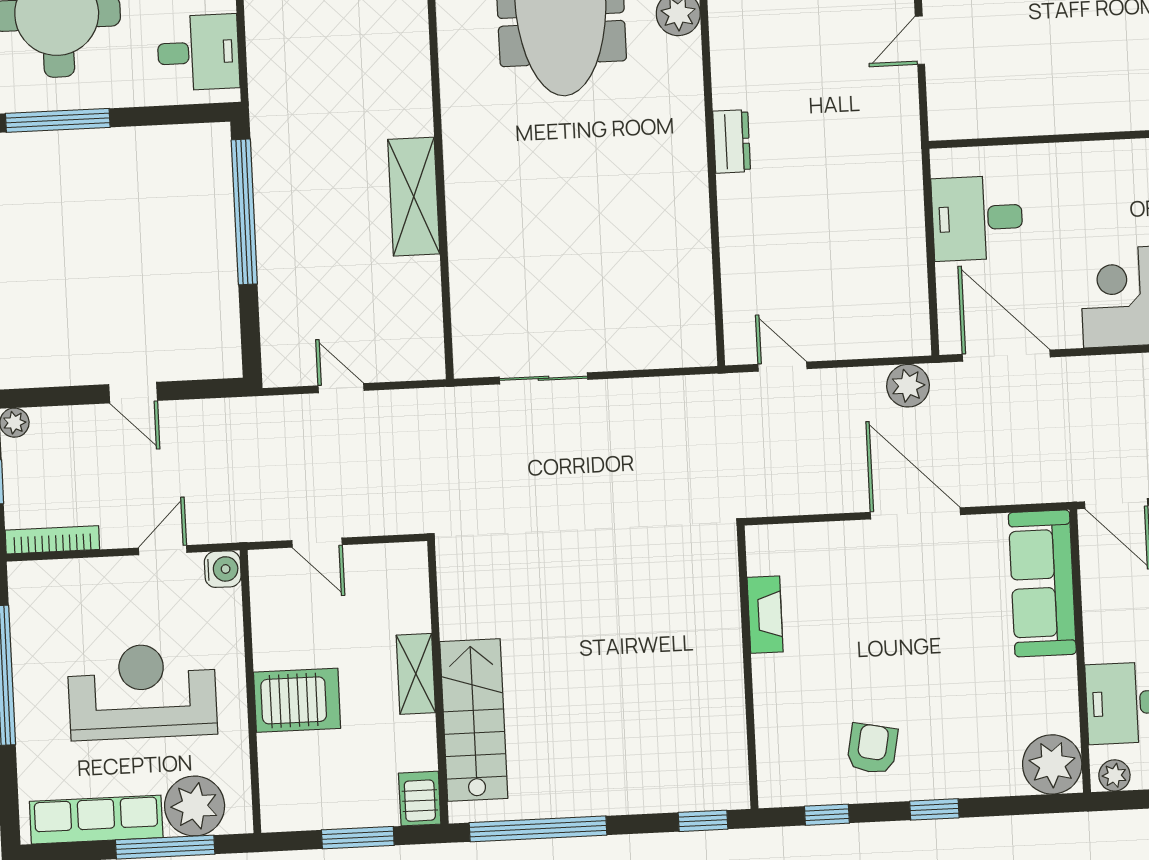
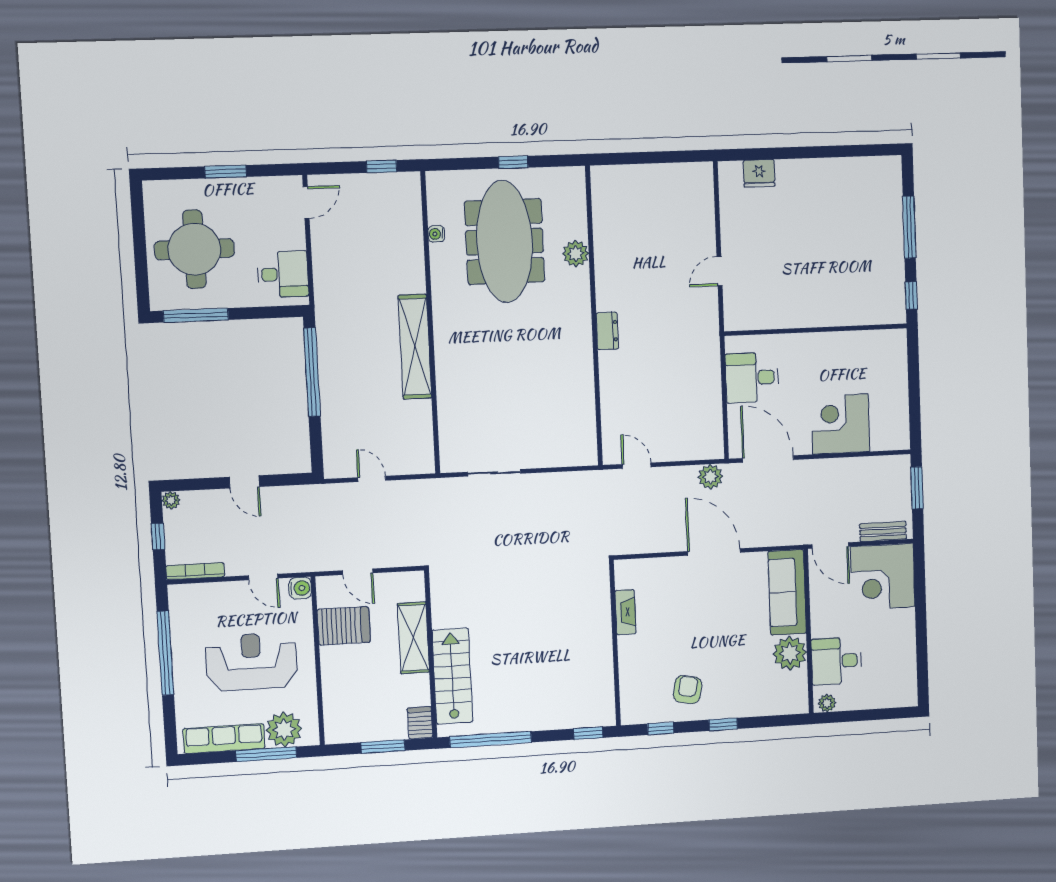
shelving: (414, 197) -> (415, 347), width x1.47
door: (163, 550) -> (263, 577), swing flipped
shelving: (416, 674) -> (413, 638), width x1.50, depth x1.33
server rack: (297, 700) -> (344, 626), moved
plant: (1052, 764) -> (790, 653), moved

